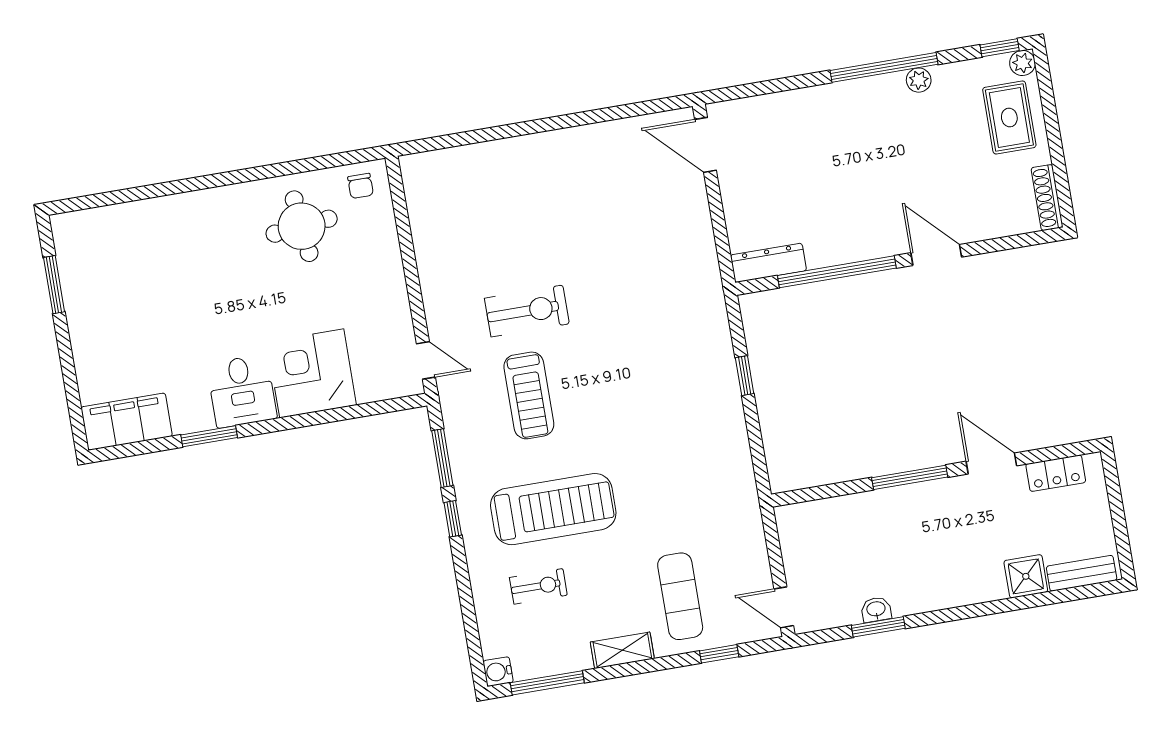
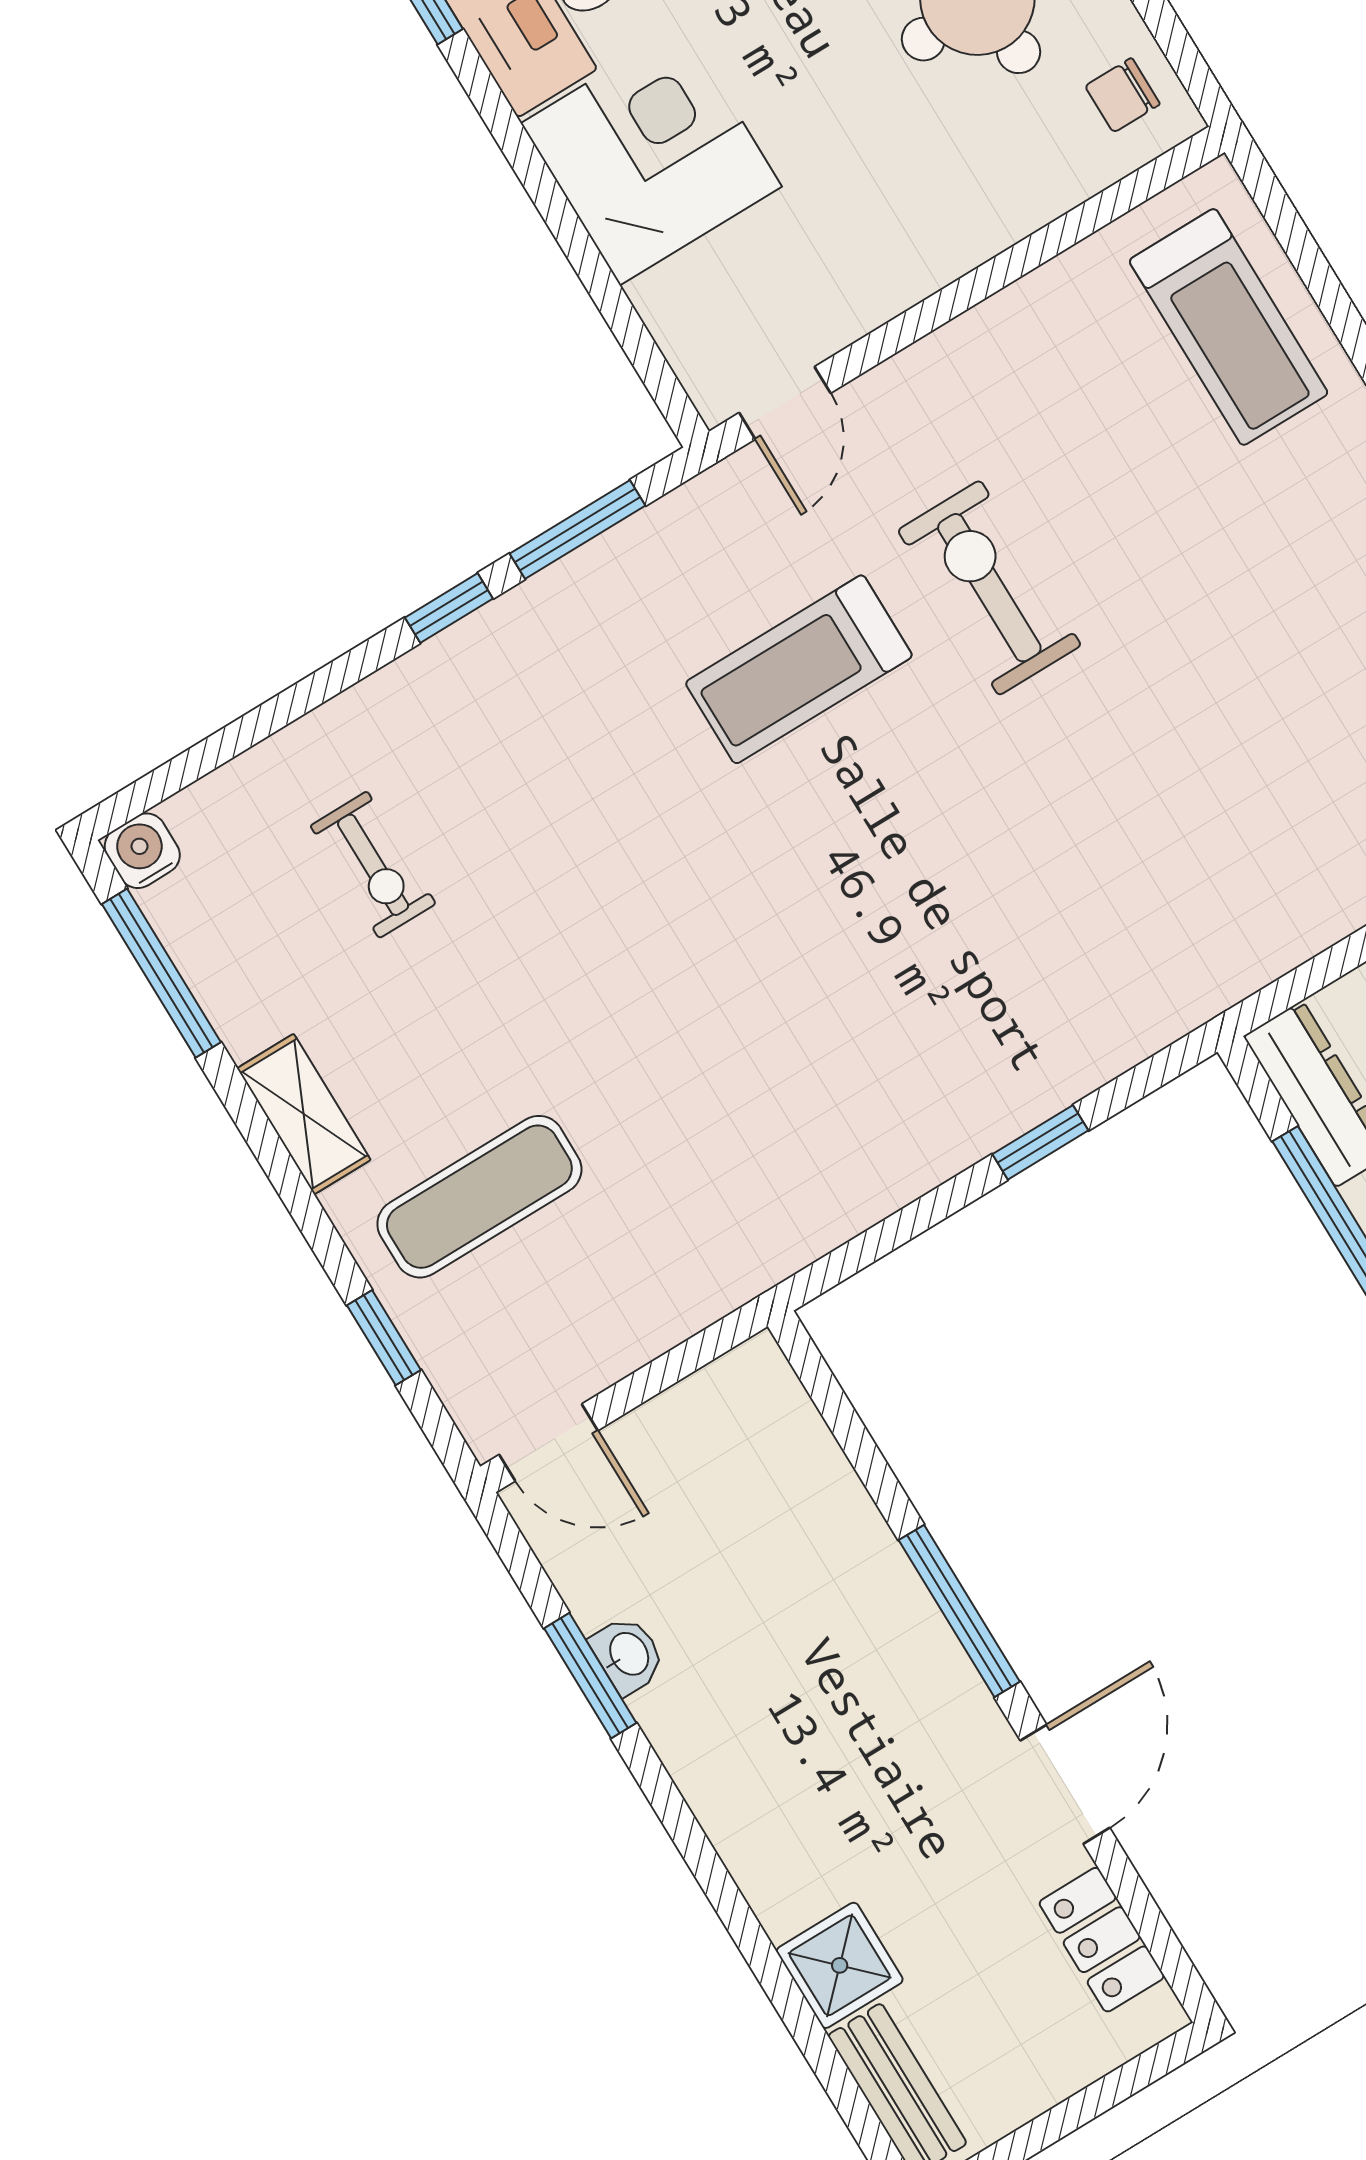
exercise bike: (527, 311) -> (989, 588), turned 180
treadmill: (553, 509) -> (1229, 327), moved, width x0.73, depth x0.73
door: (784, 607) -> (548, 1443), swing flipped

